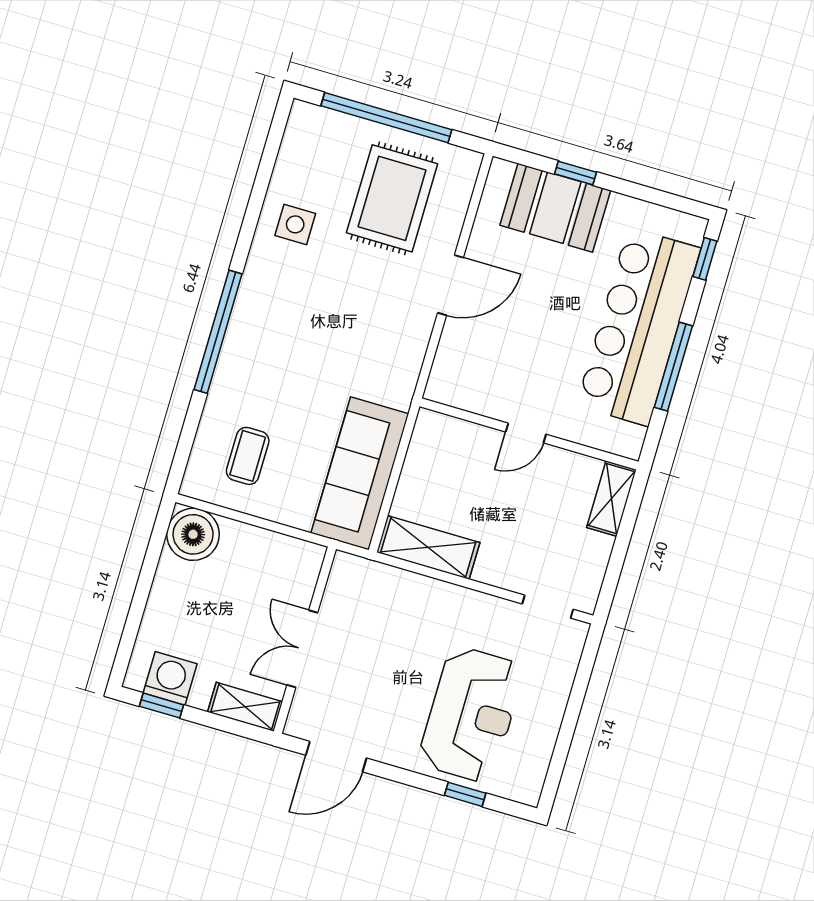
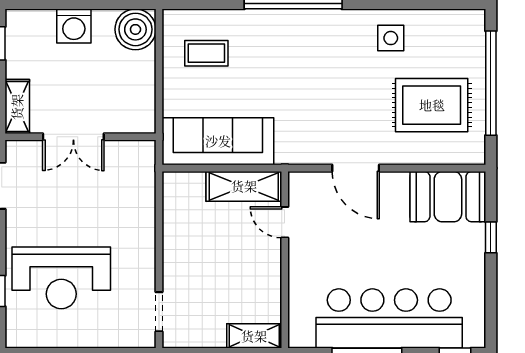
booth: (555, 208) -> (448, 197), moved, turned 90
door: (451, 285) -> (356, 168), moved
door: (526, 433) -> (285, 222), moved
shelving: (428, 547) -> (244, 186), moved, turned 90
double door: (302, 649) -> (73, 137), swing flipped
washing machine: (170, 678) -> (74, 26), moved, turned 90

